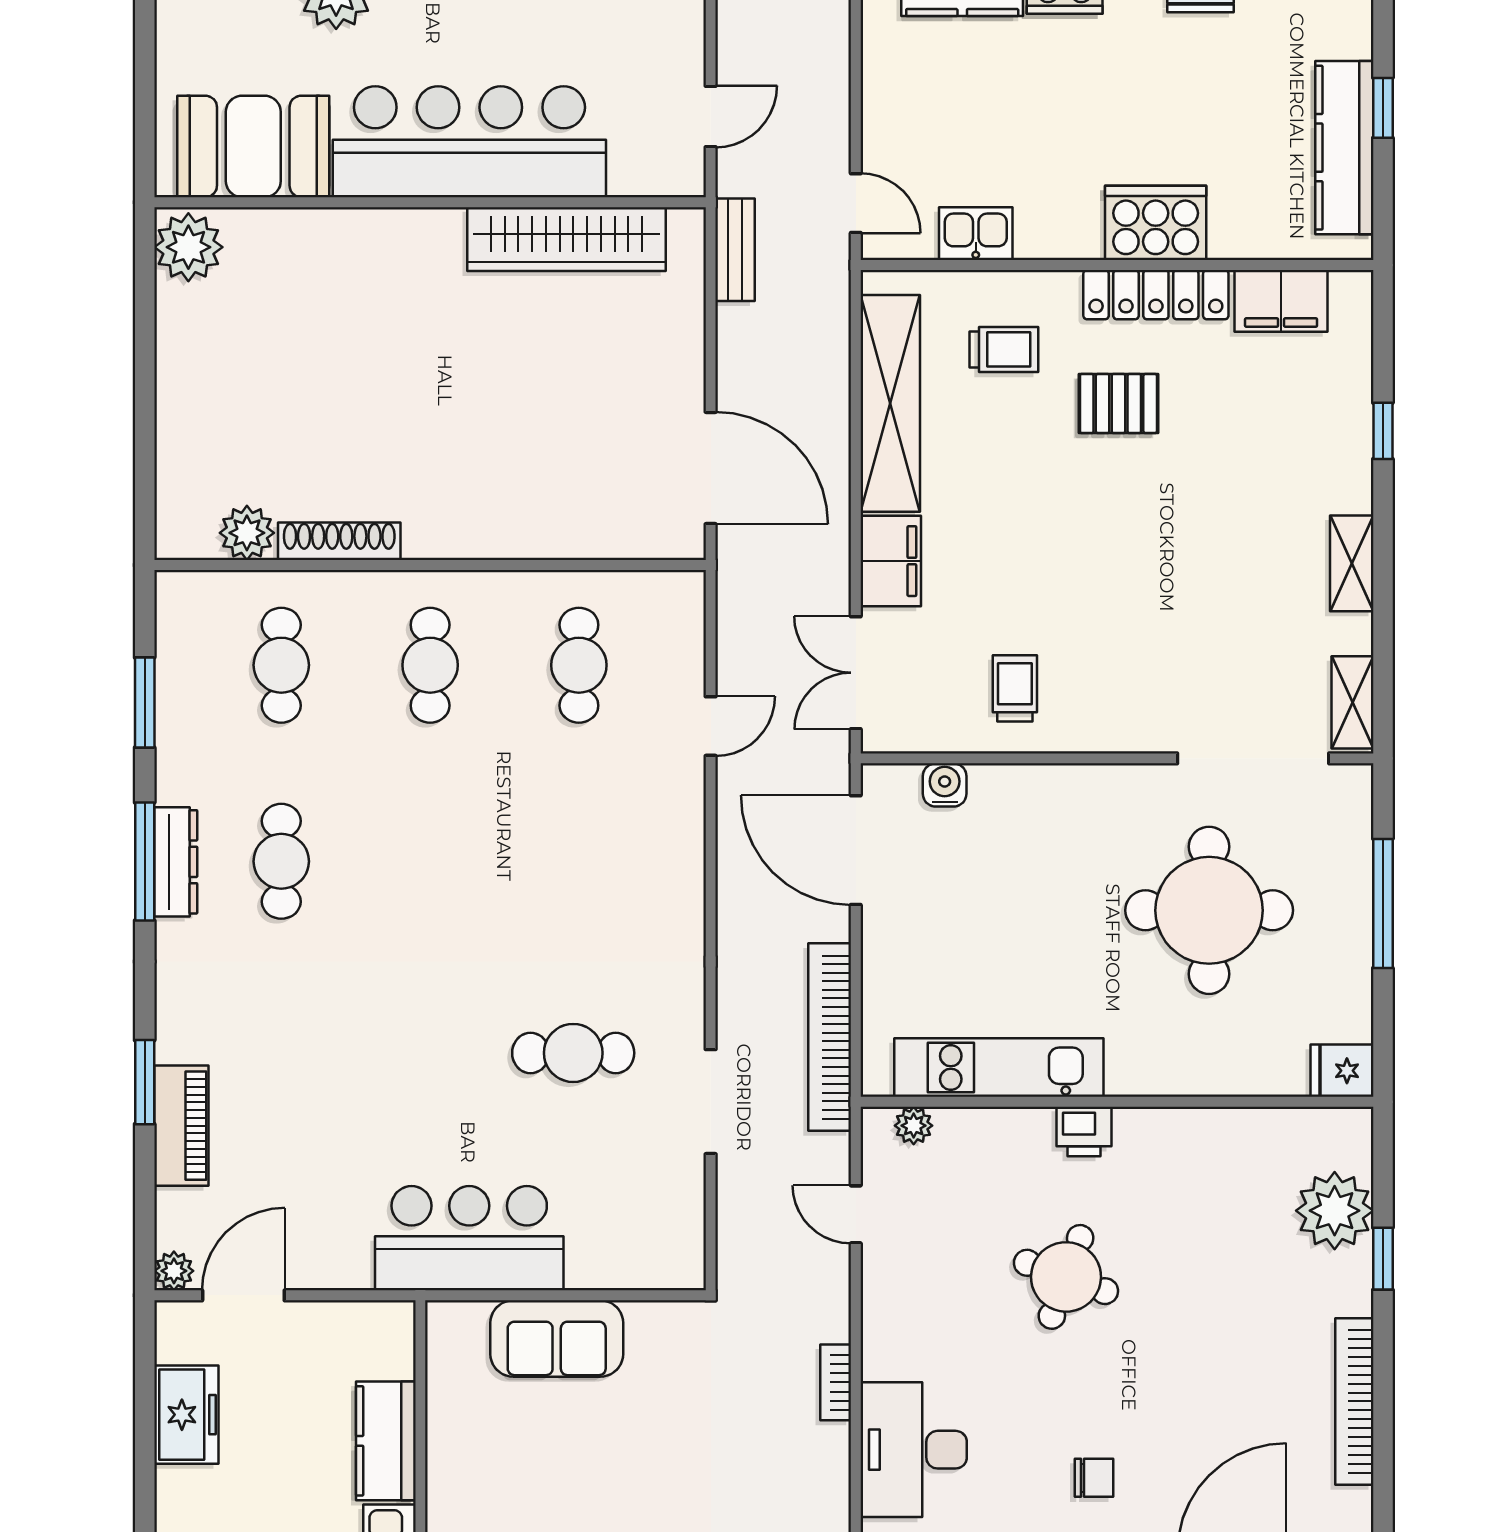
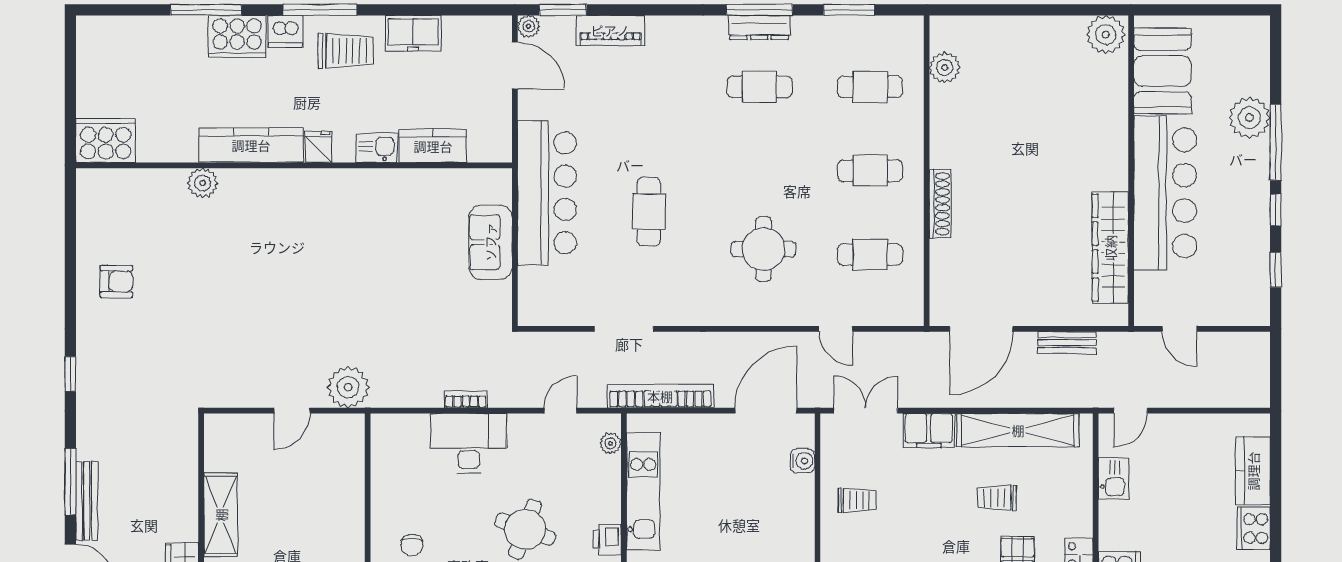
bench: (735, 250) -> (1067, 343), moved
trolley: (1004, 349) -> (997, 498), moved, turned 90
shoe rack: (339, 541) -> (940, 204), moved
round table: (569, 854) -> (764, 249), added
cafe table: (573, 1053) -> (649, 212), moved
window: (145, 1082) -> (563, 10), moved
bar counter: (469, 1238) -> (547, 193), width x1.36
freezer: (186, 1415) -> (413, 33), moved
desk: (914, 1450) -> (469, 443), moved

